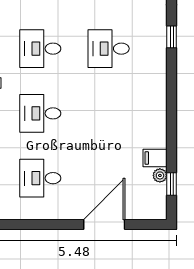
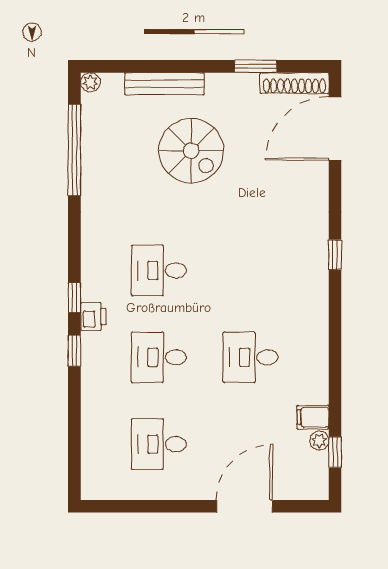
desk: (109, 49) -> (251, 357), moved

